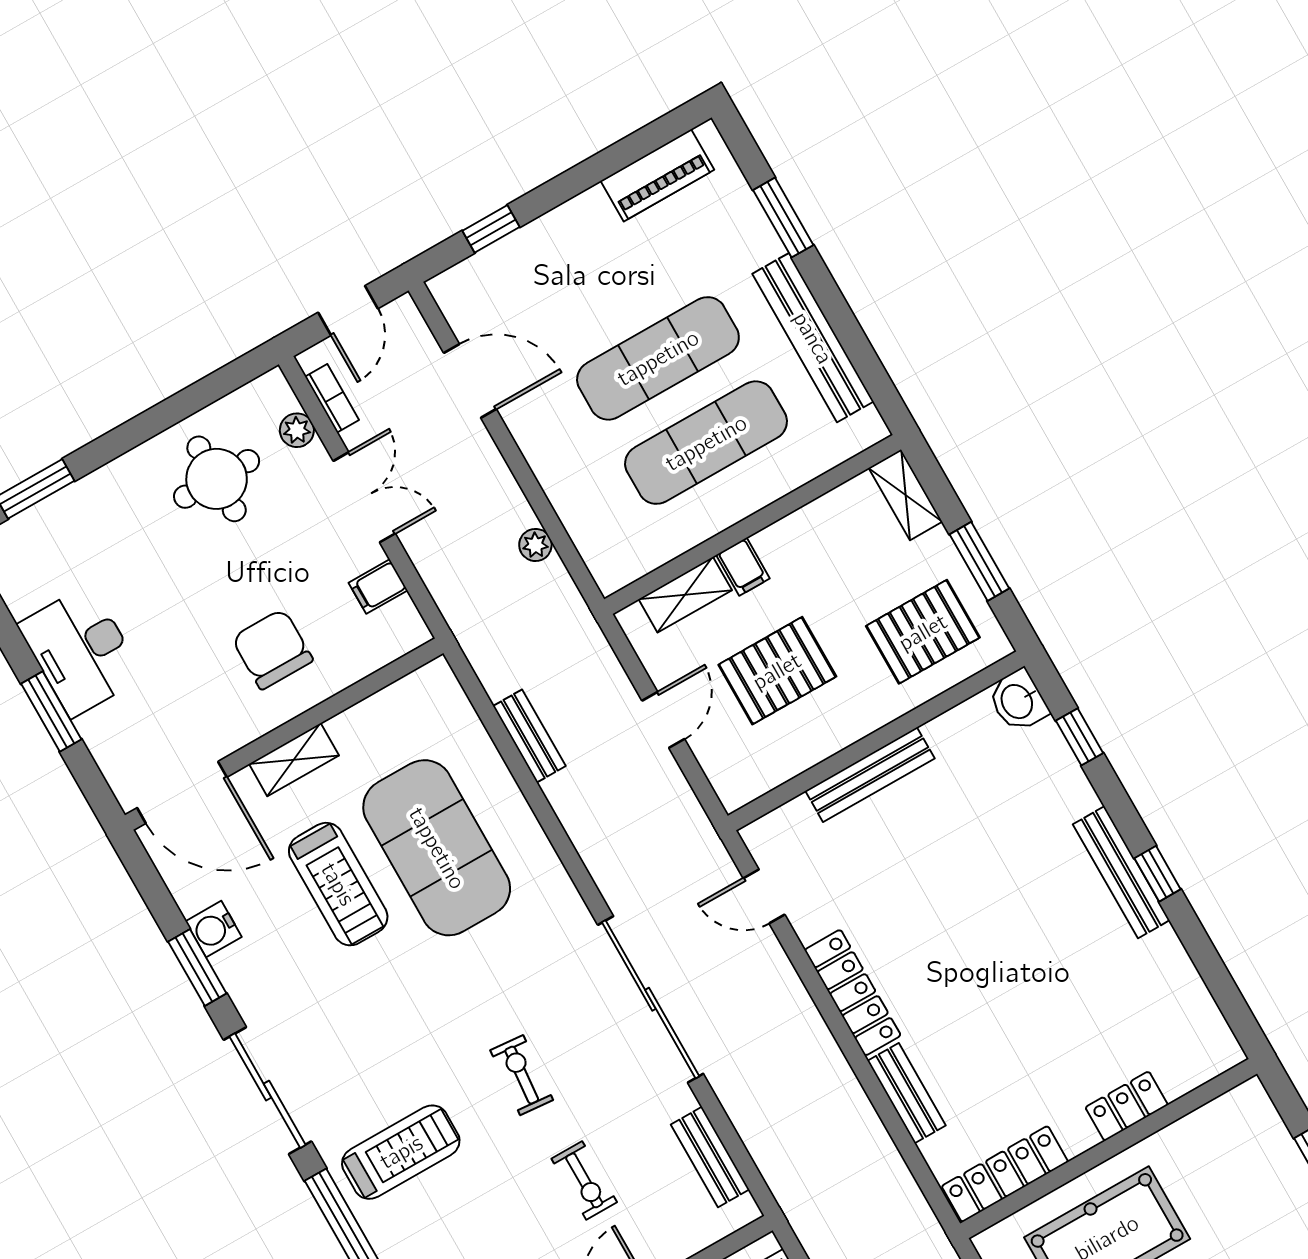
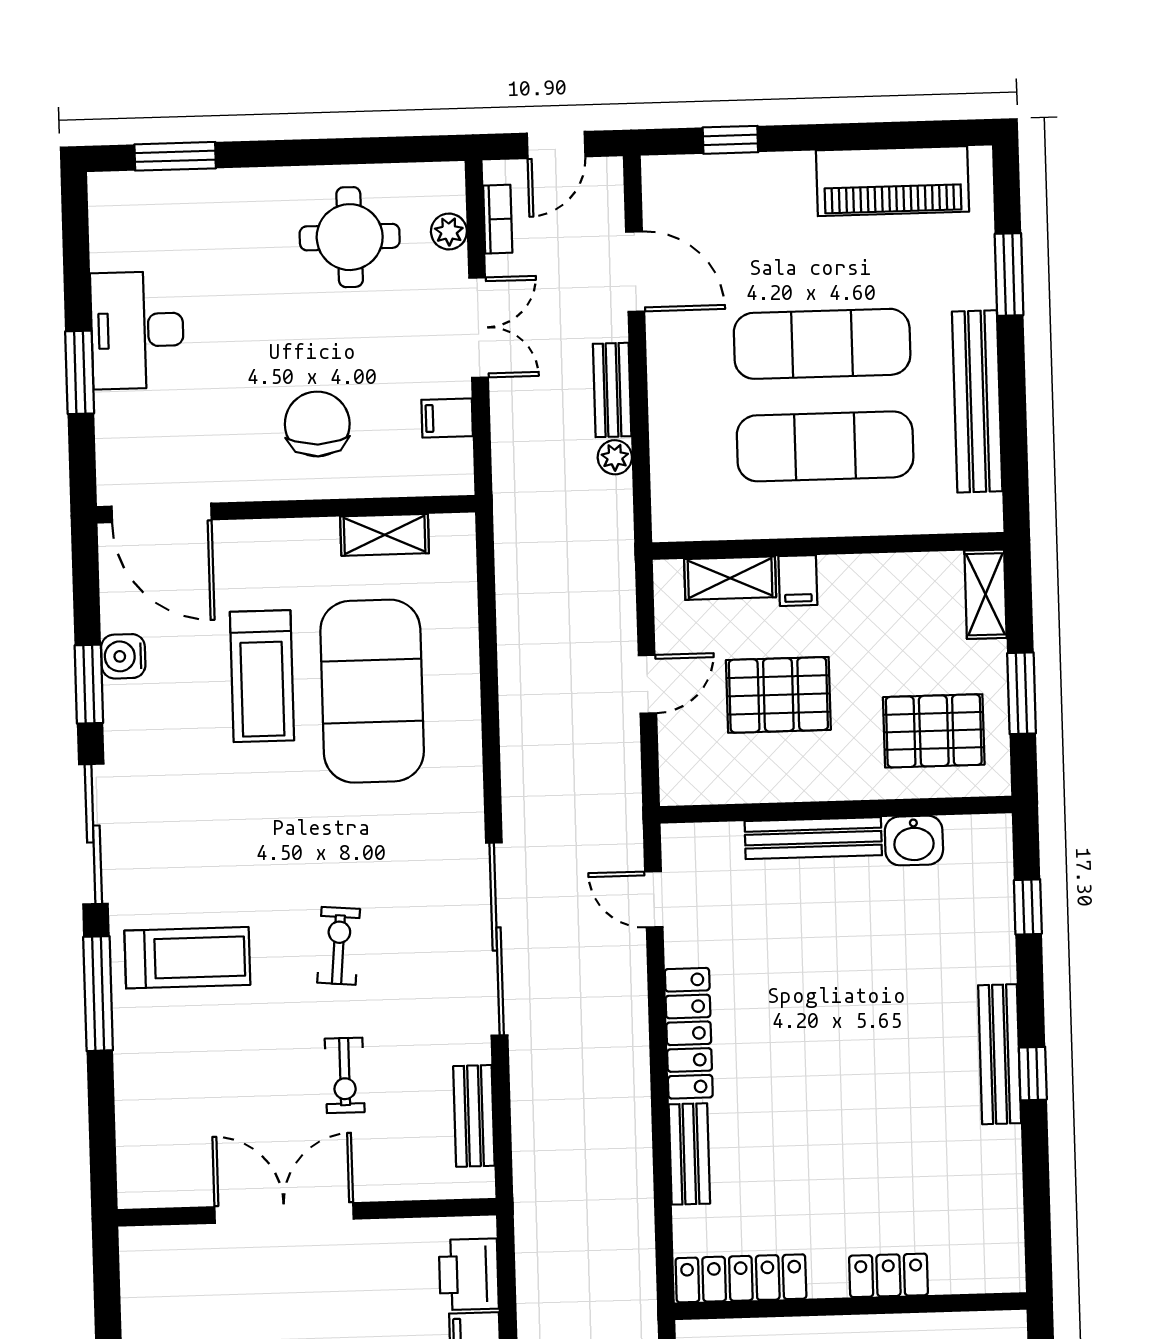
piano: (657, 175) -> (892, 181), width x1.37, depth x1.33
washbasin: (1018, 701) -> (914, 841), moved, turned -90
bench: (529, 736) -> (612, 390), moved
shelving: (294, 760) -> (385, 535), moved

